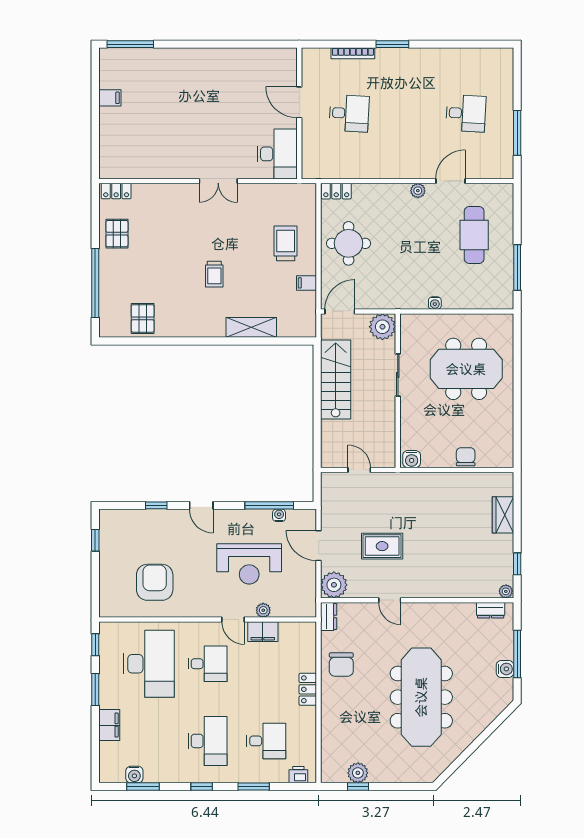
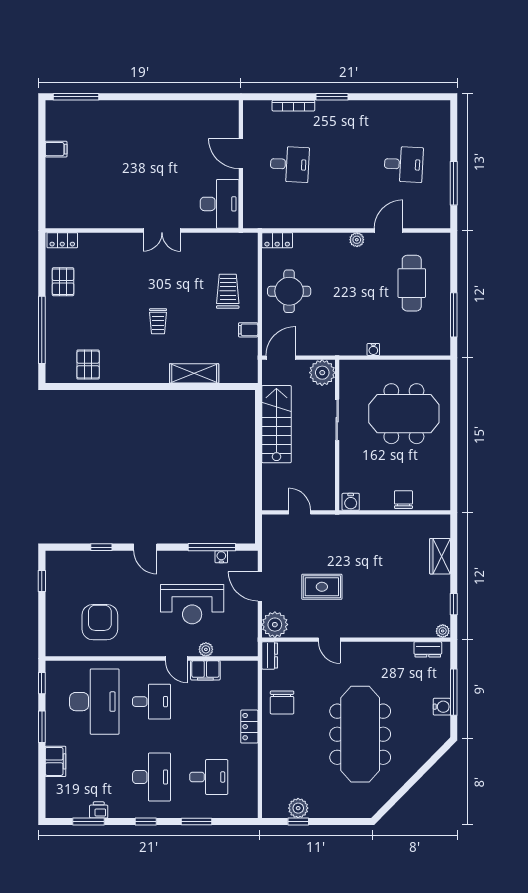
water cooler: (134, 775) -> (80, 810), removed
printer: (298, 775) -> (99, 810), moved

